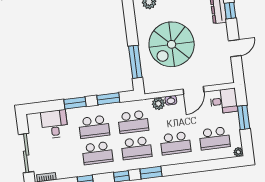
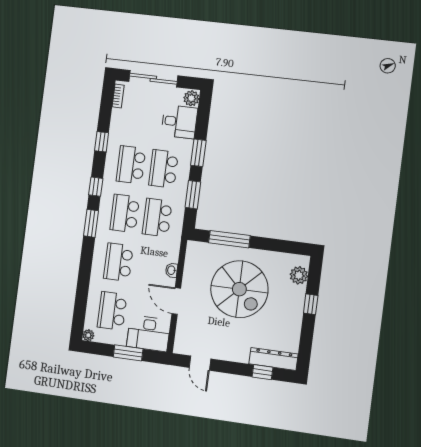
spiral stairs: (172, 44) -> (239, 289), turned 180
door: (235, 48) -> (200, 363), moved
desk: (224, 101) -> (149, 333), width x1.37
plant: (158, 104) -> (191, 98), moved

